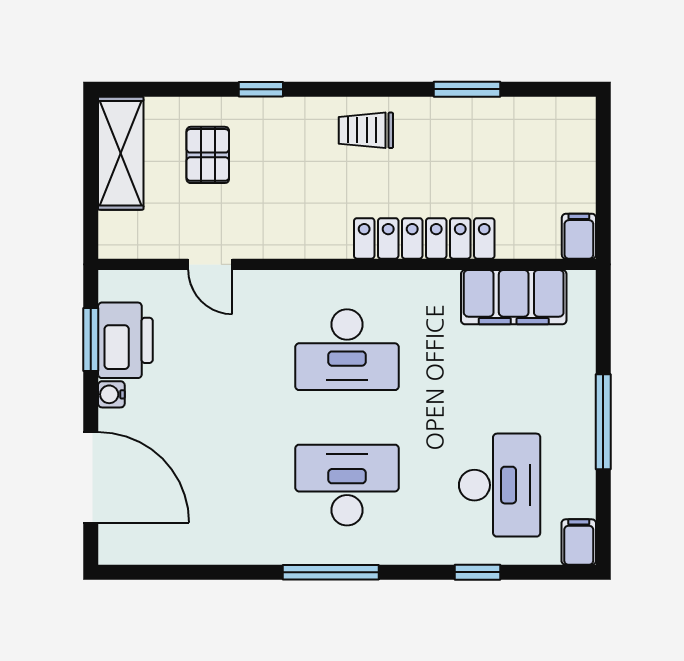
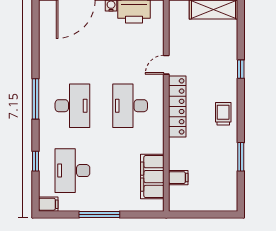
pallet: (208, 155) -> (213, 47), removed
filing cabinet: (579, 236) -> (178, 178), moved
locker: (424, 238) -> (177, 106), moved
door: (210, 264) -> (166, 65), moved
desk: (500, 485) -> (72, 171), turned 90

